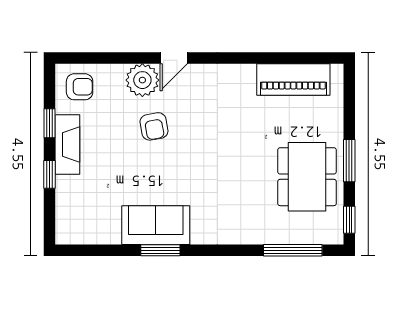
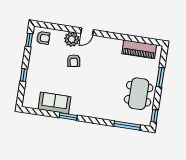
window: (50, 123) -> (29, 40), moved
fireplace: (67, 145) -> (34, 63), removed
window: (349, 161) -> (160, 77), moved
sofa: (156, 225) -> (55, 103), moved

